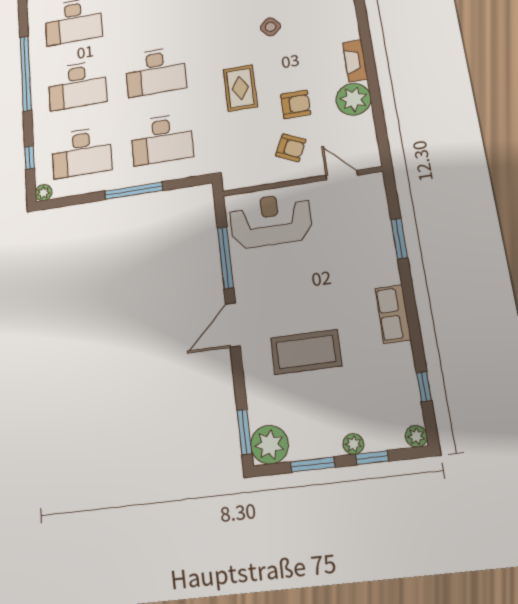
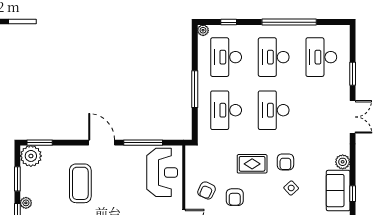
armchair: (232, 42) -> (285, 162), added

